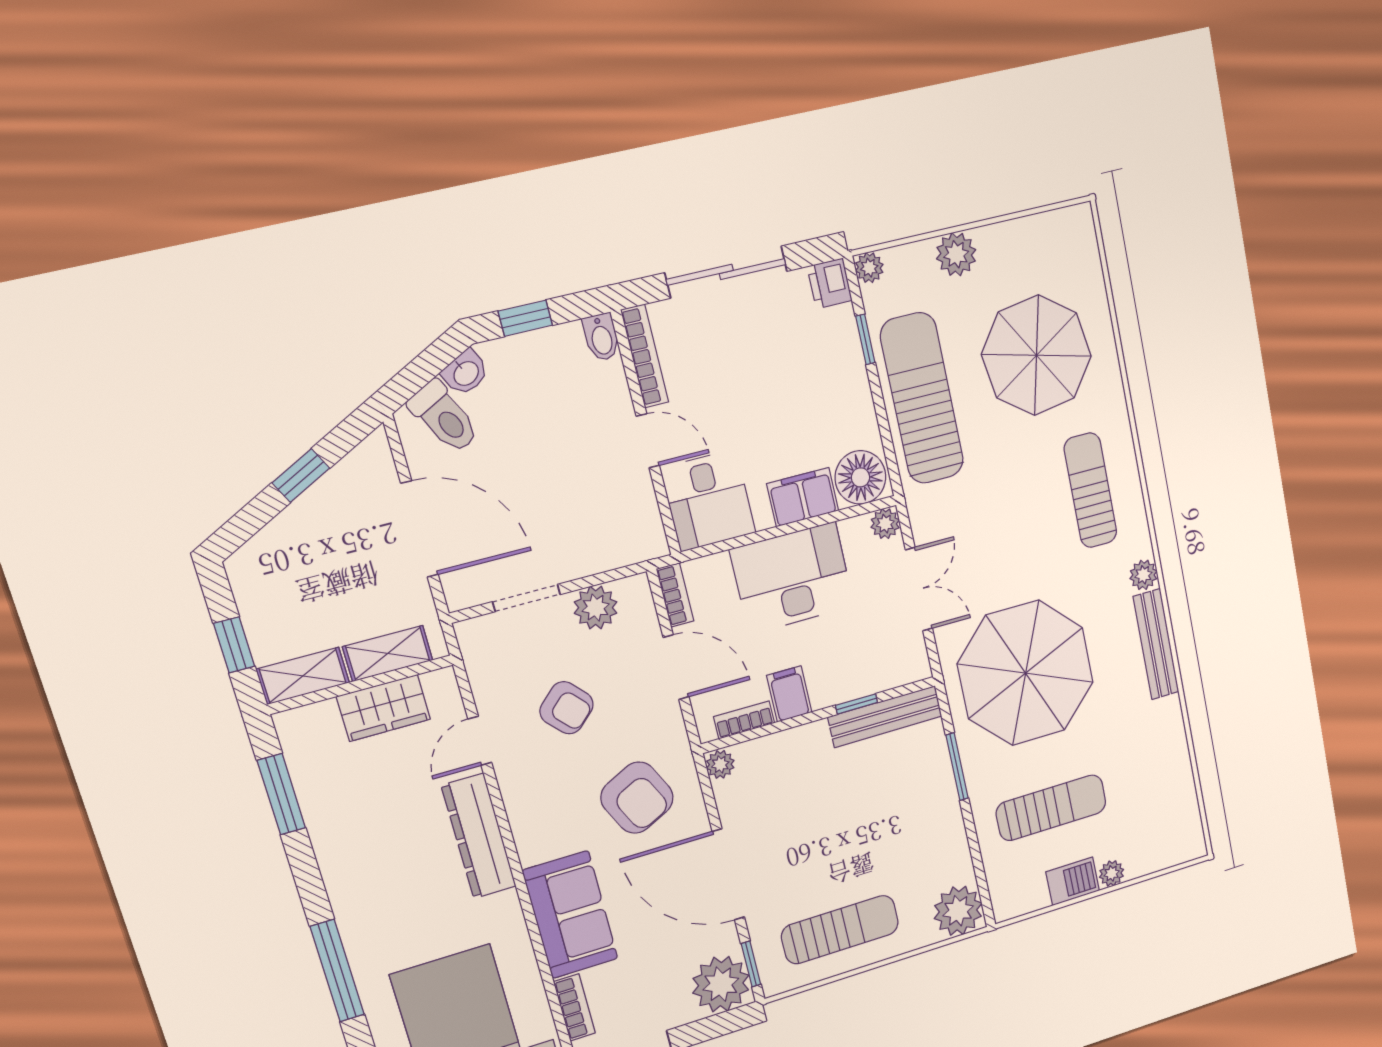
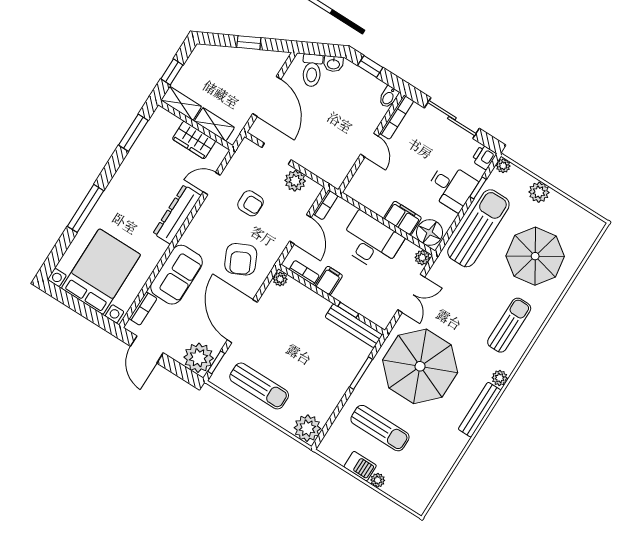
desk: (708, 500) -> (452, 187), moved, turned -90
armchair: (567, 708) -> (251, 203), turned -47

